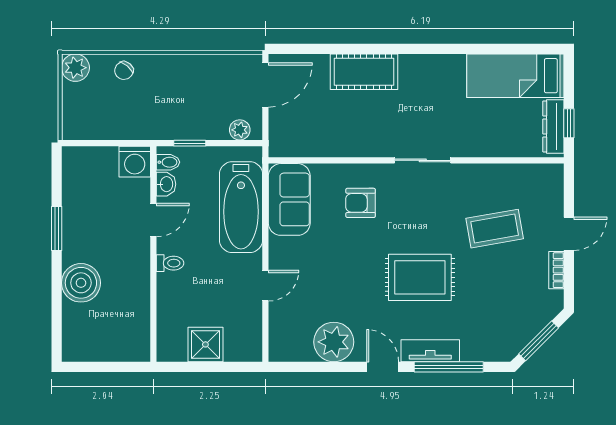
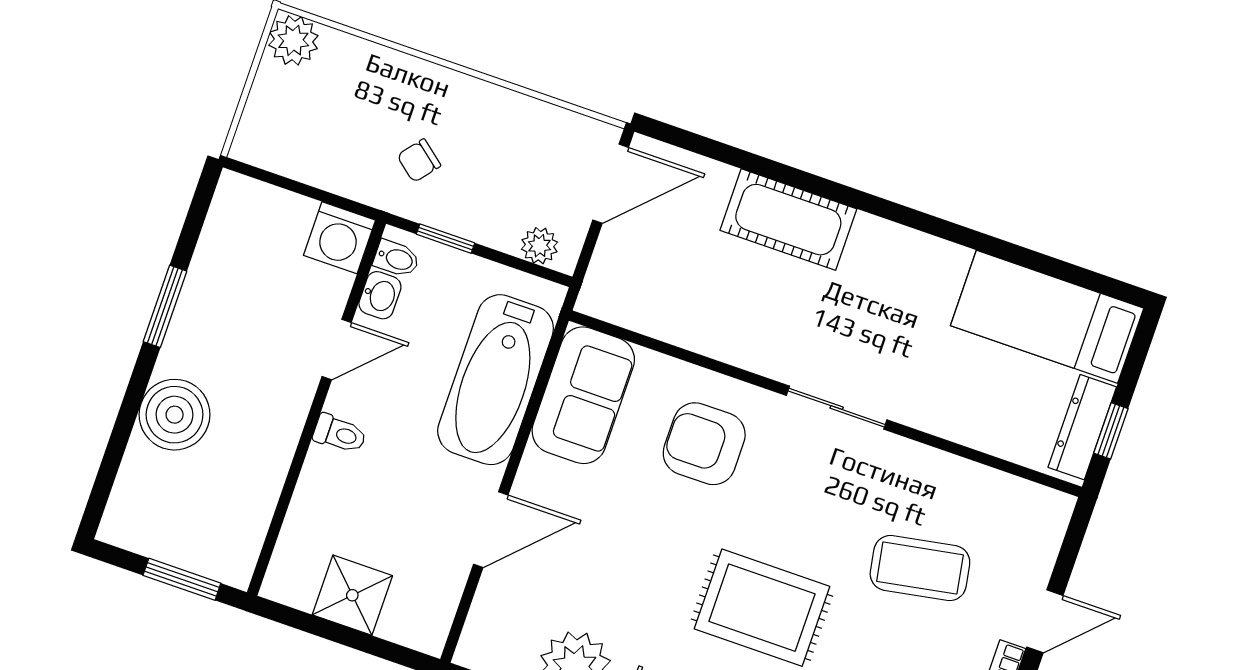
chair: (124, 71) -> (419, 161), moved
armchair: (361, 203) -> (704, 444), width x1.38, depth x1.38
door: (265, 286) -> (491, 530), width x1.37
window: (114, 367) -> (182, 579), added

